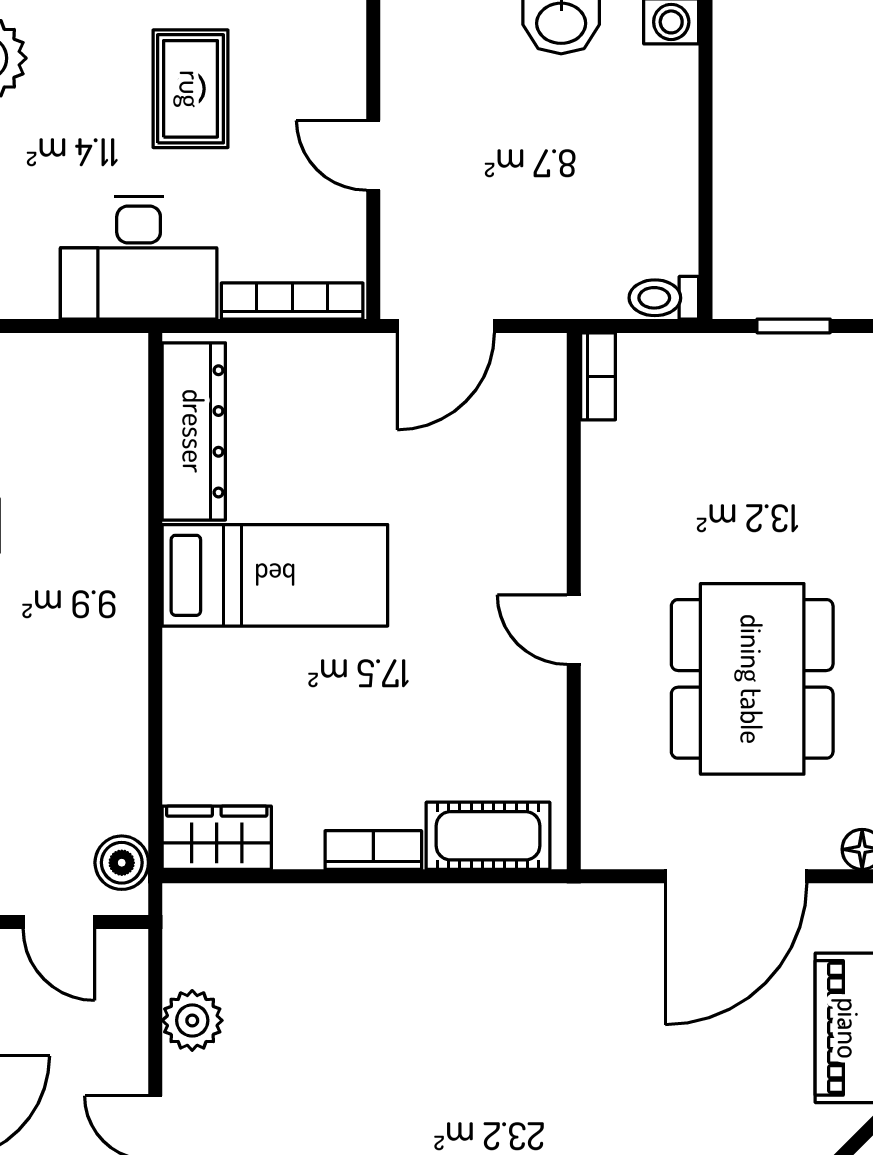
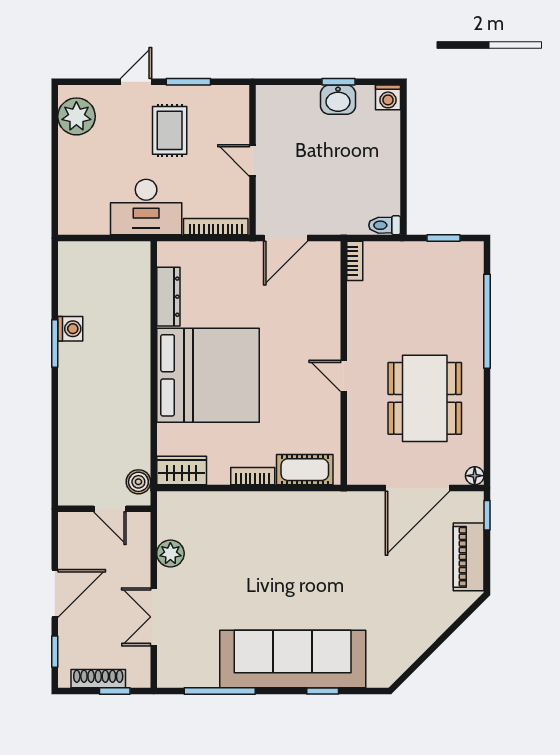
dresser: (194, 431) -> (168, 297), width x0.73, depth x0.80
bed: (275, 575) -> (208, 375), width x2.04

